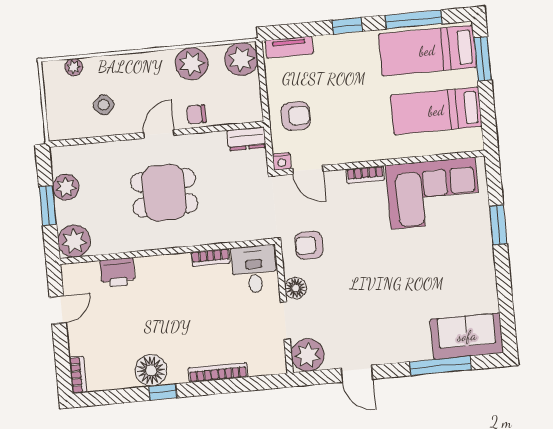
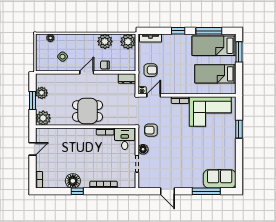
door: (308, 170) -> (154, 95), swing flipped
dining table: (164, 193) -> (88, 111), moved
printer: (118, 272) -> (62, 134), removed
plant: (308, 355) -> (146, 181), removed

